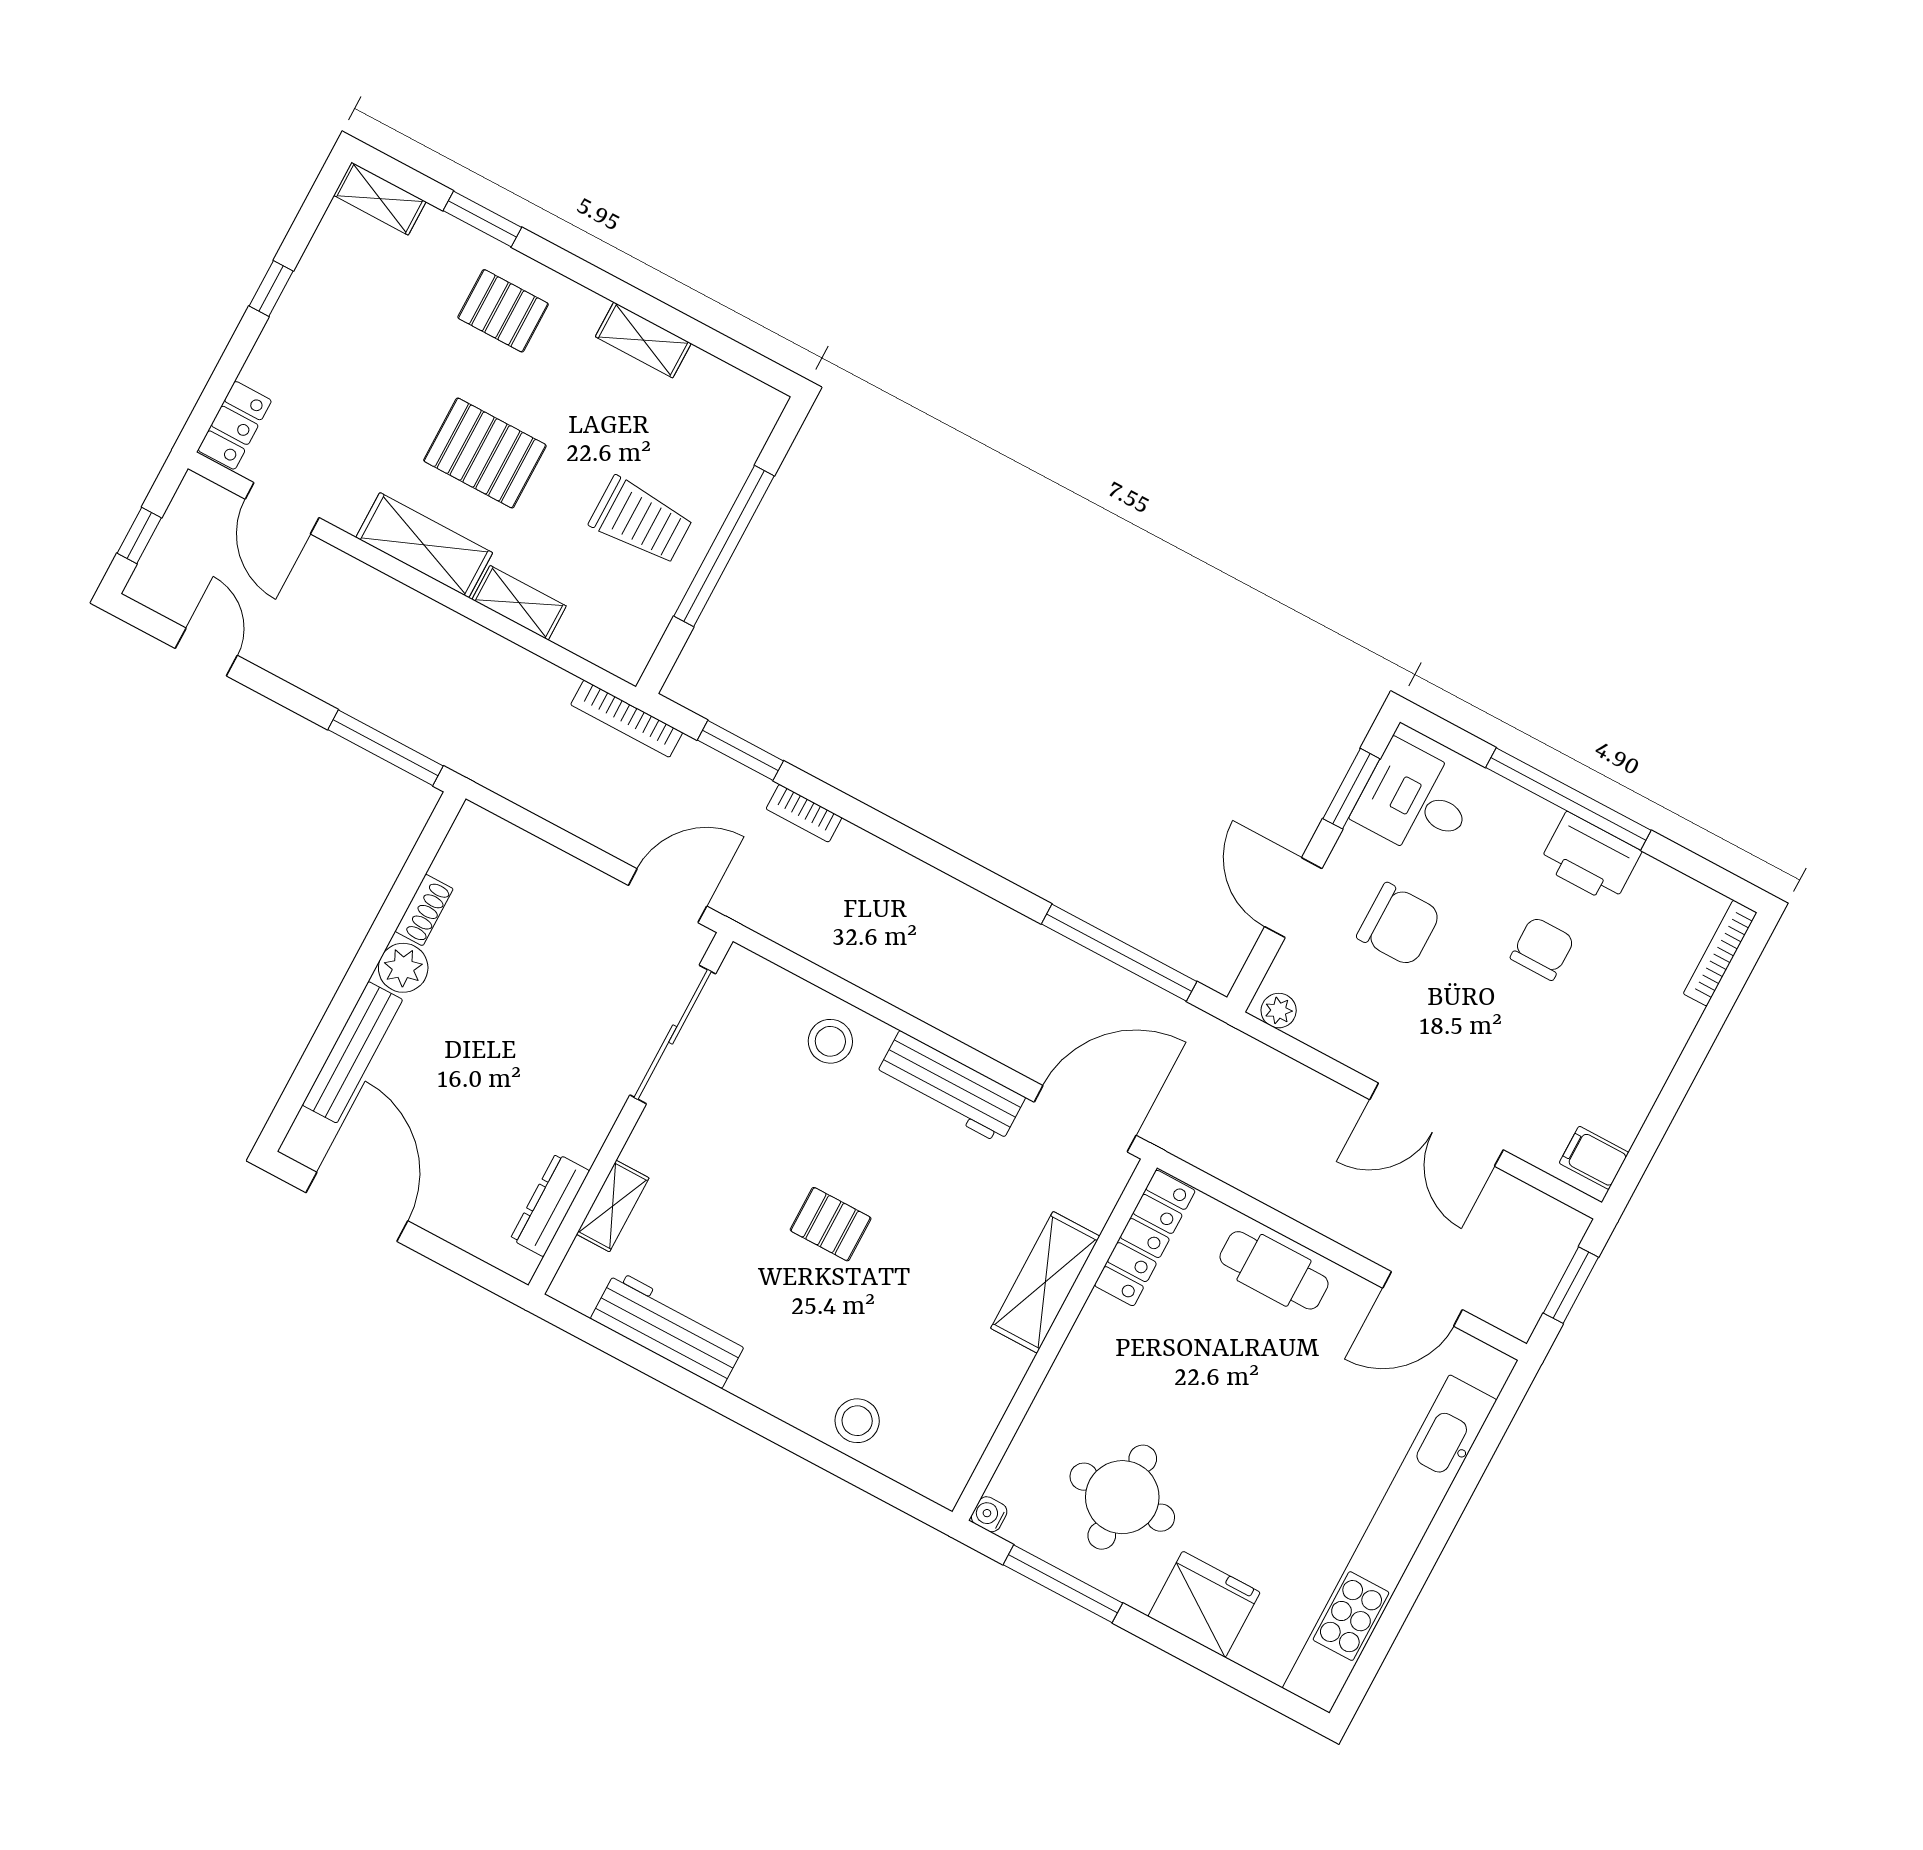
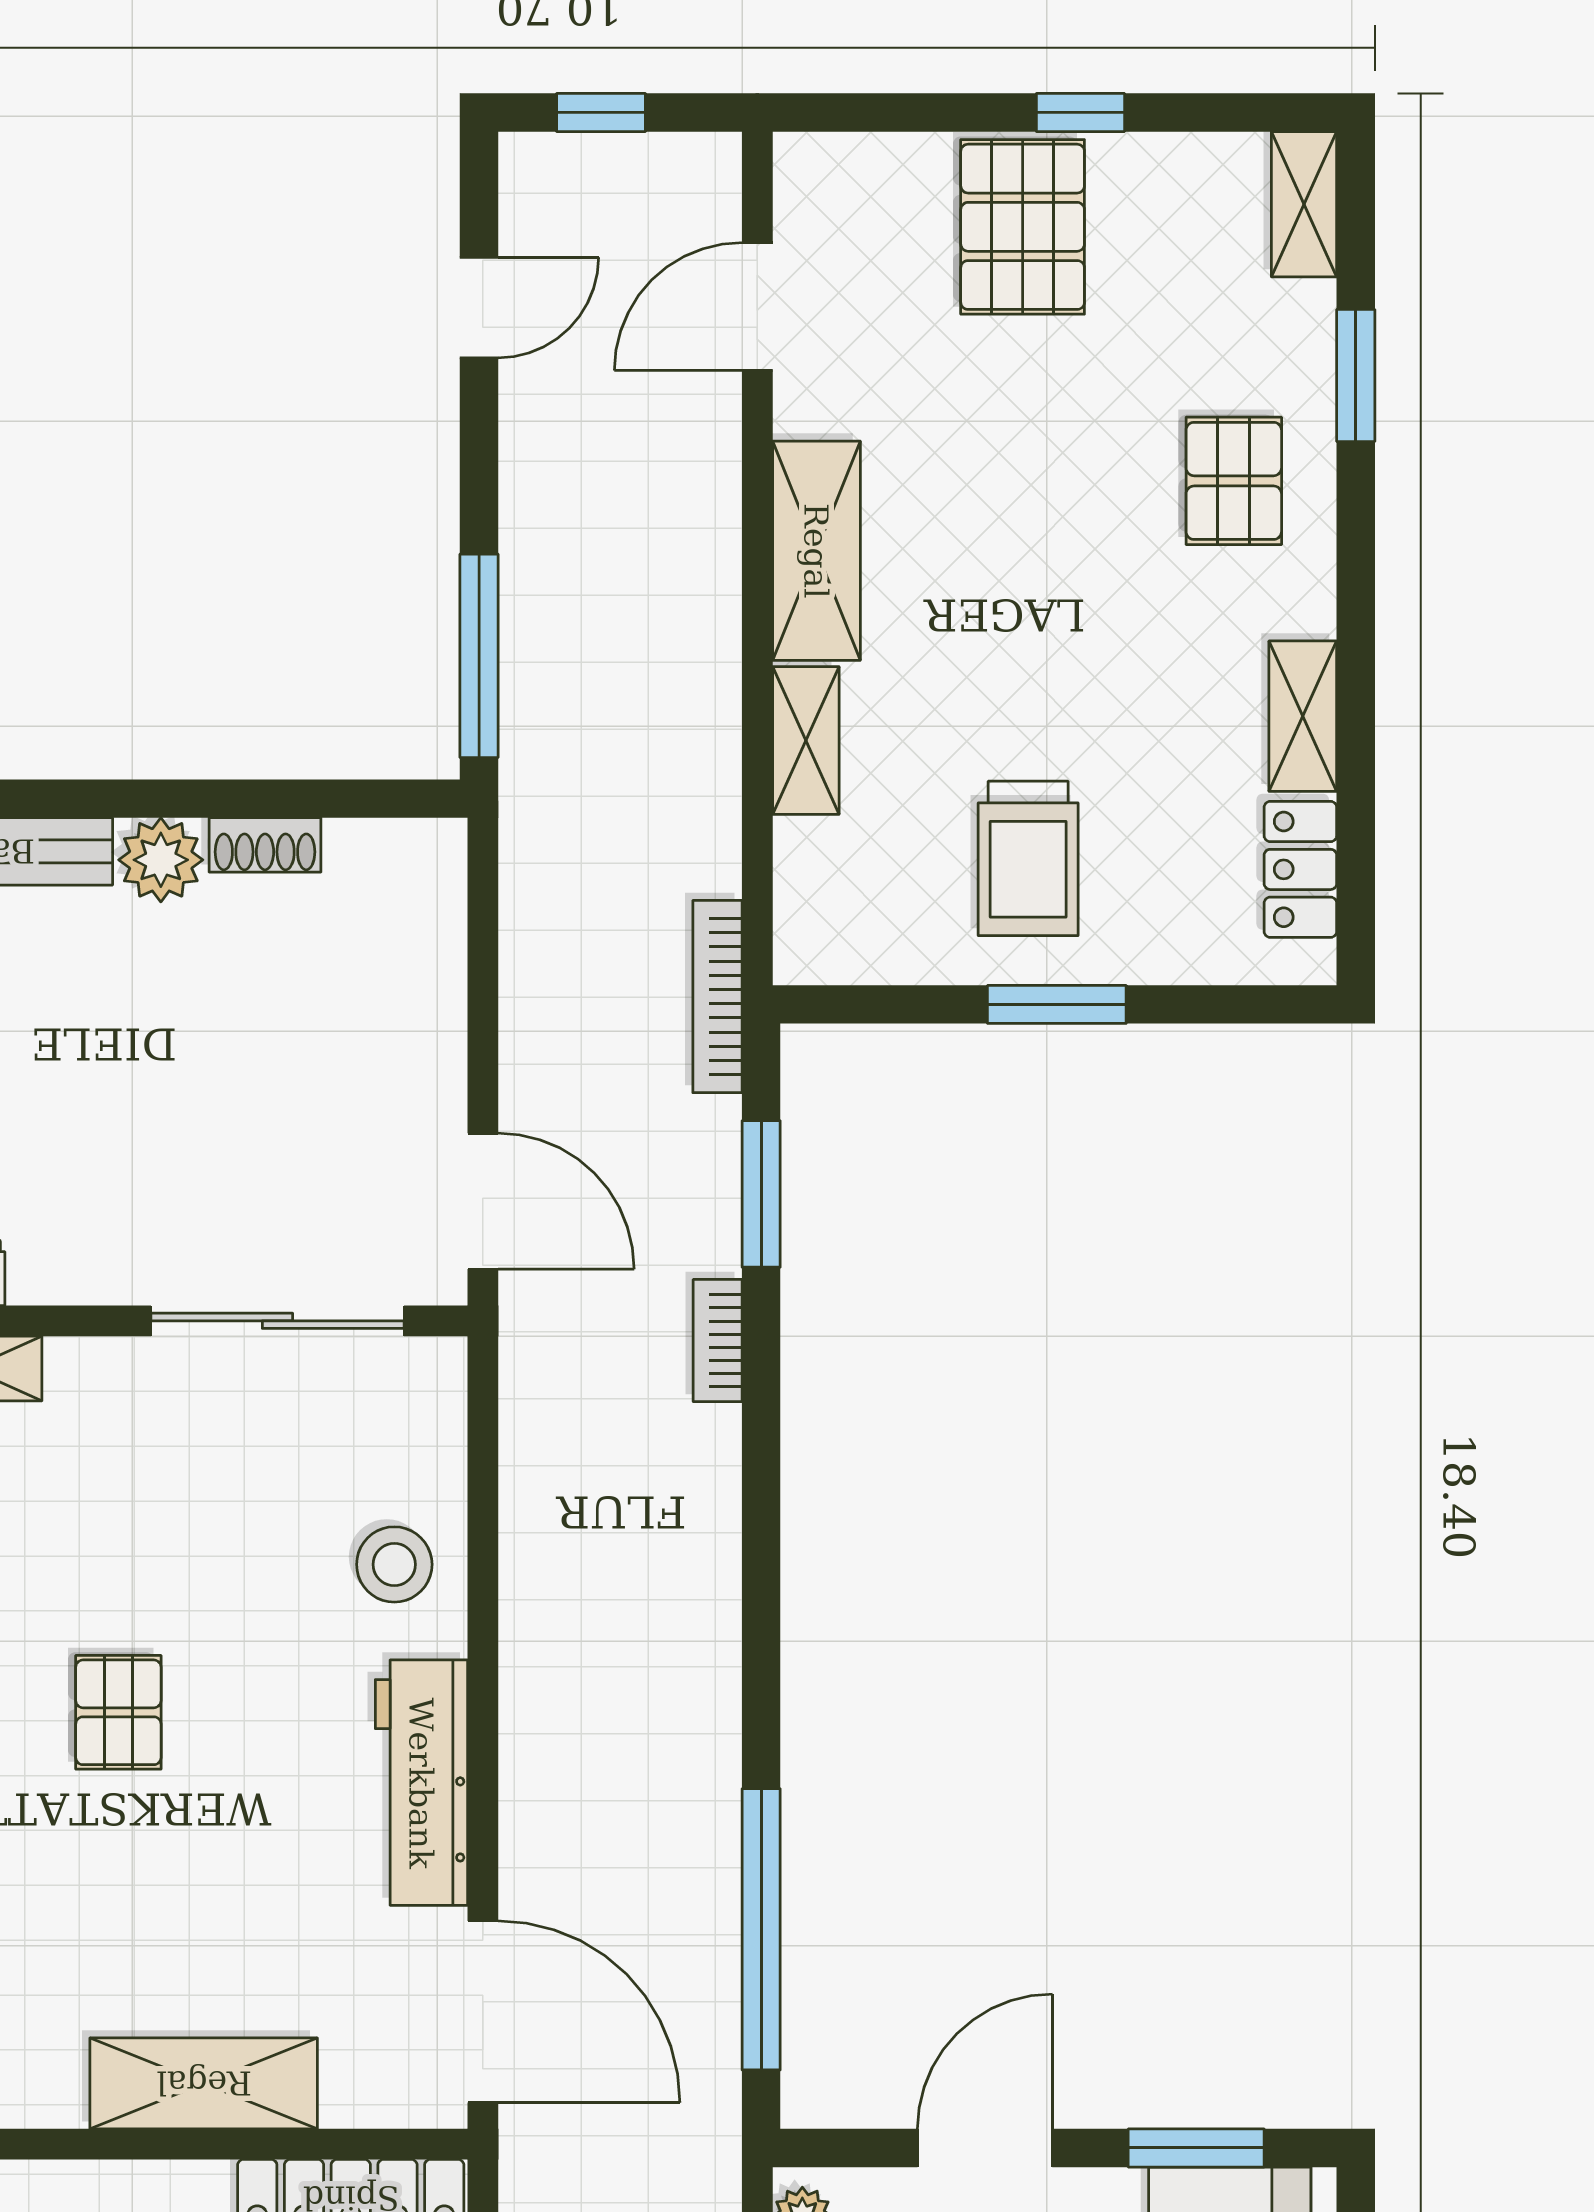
locker: (235, 425) -> (1300, 869), moved, turned 90
pallet: (485, 453) -> (1023, 227), moved
window: (724, 546) -> (1057, 1004), width x0.47

